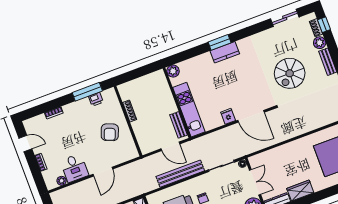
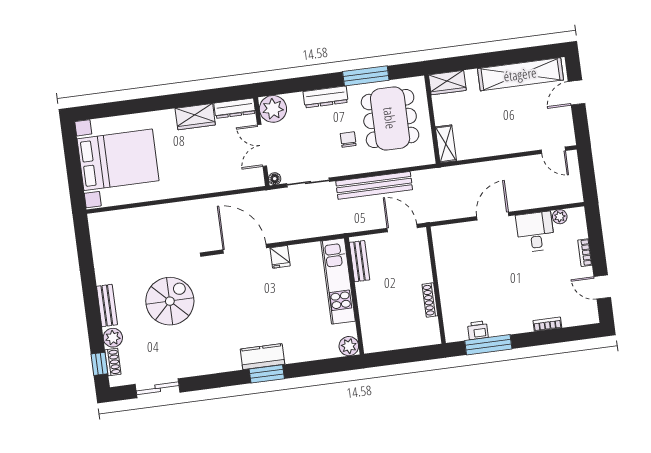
armchair: (110, 132) -> (468, 274), removed
door: (170, 146) -> (402, 228), moved

